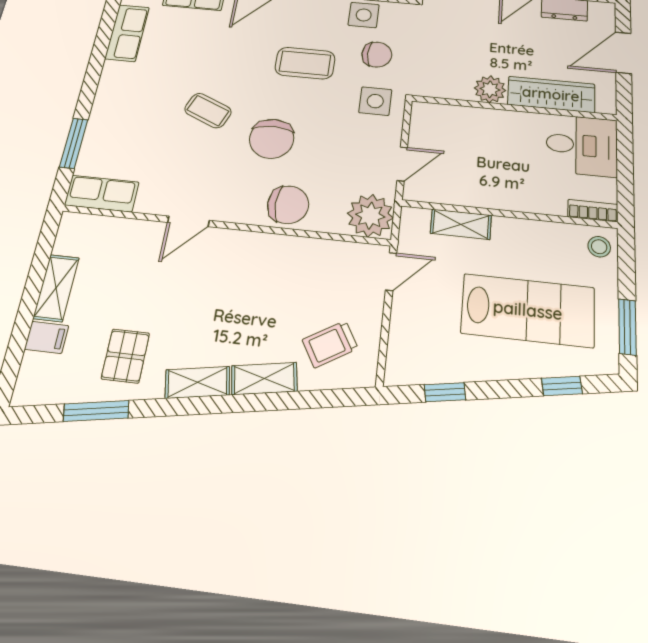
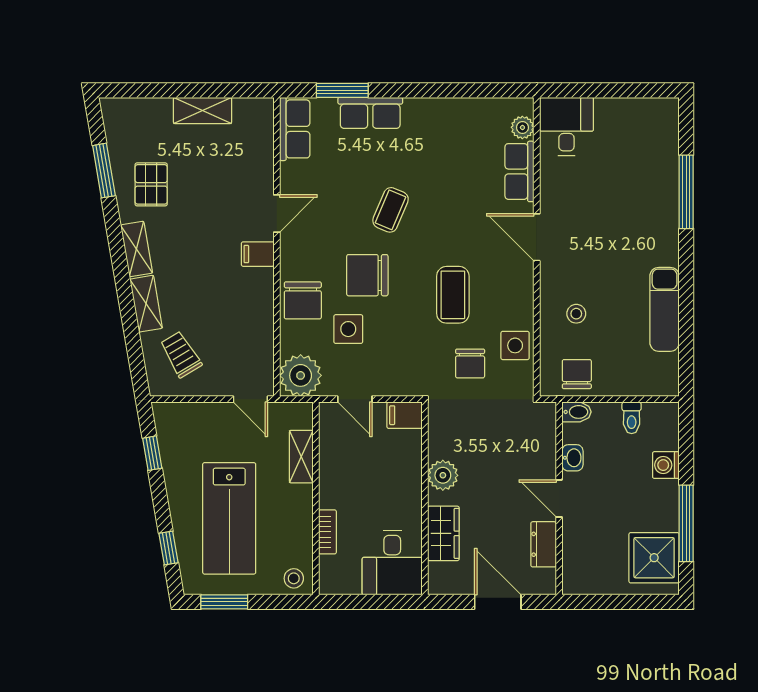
row of seats: (127, 33) -> (370, 113), moved
wardrobe: (551, 94) -> (443, 533), width x0.67
side table: (375, 101) -> (348, 329), moved
filing cabinet: (424, 118) -> (405, 415), added
bookcase: (593, 211) -> (328, 532), moved
door: (188, 221) -> (277, 214), swing flipped
filing cabinet: (47, 337) -> (258, 254), moved, turned 90
pallet: (125, 356) -> (151, 184), turned 90

